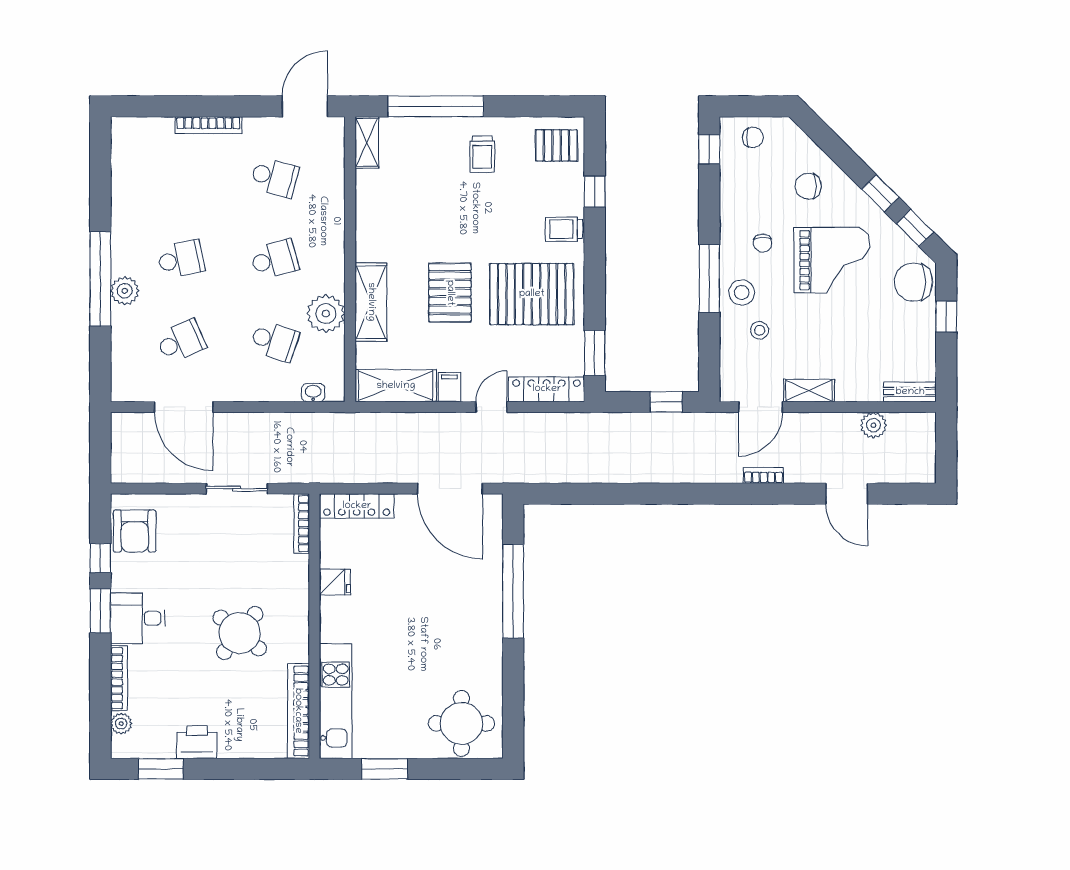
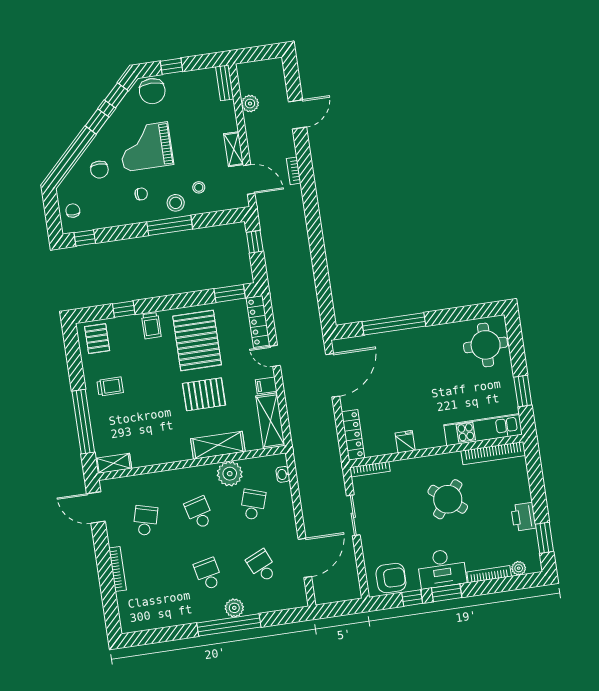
grand piano: (832, 260) -> (146, 147), turned -90
desk: (138, 618) -> (442, 568), width x1.37

